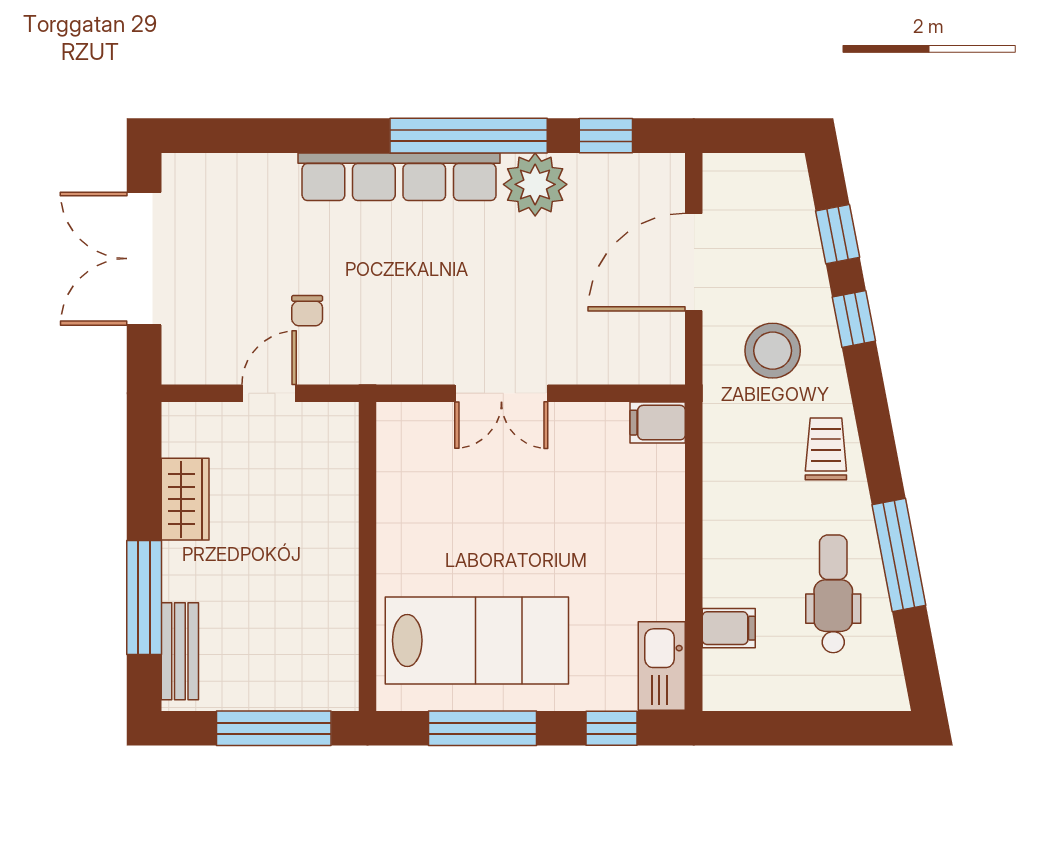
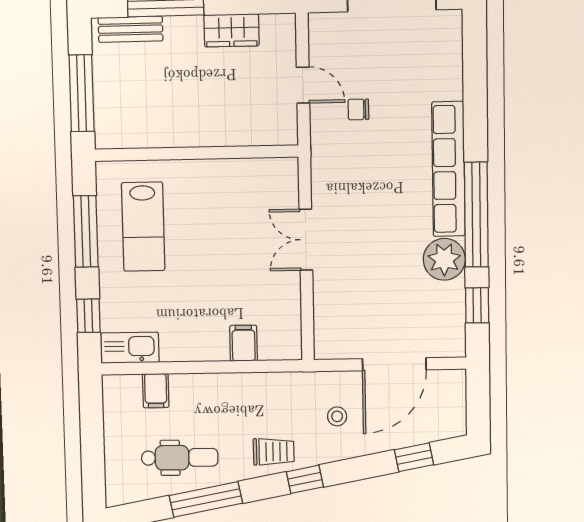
door: (694, 262) -> (394, 364), swing flipped
window: (854, 319) -> (305, 479), moved
stool: (773, 351) -> (337, 416), width x0.53, depth x0.53
filing cabinet: (658, 423) -> (244, 343), moved
lab bench: (477, 640) -> (143, 227), width x0.73, depth x0.72

